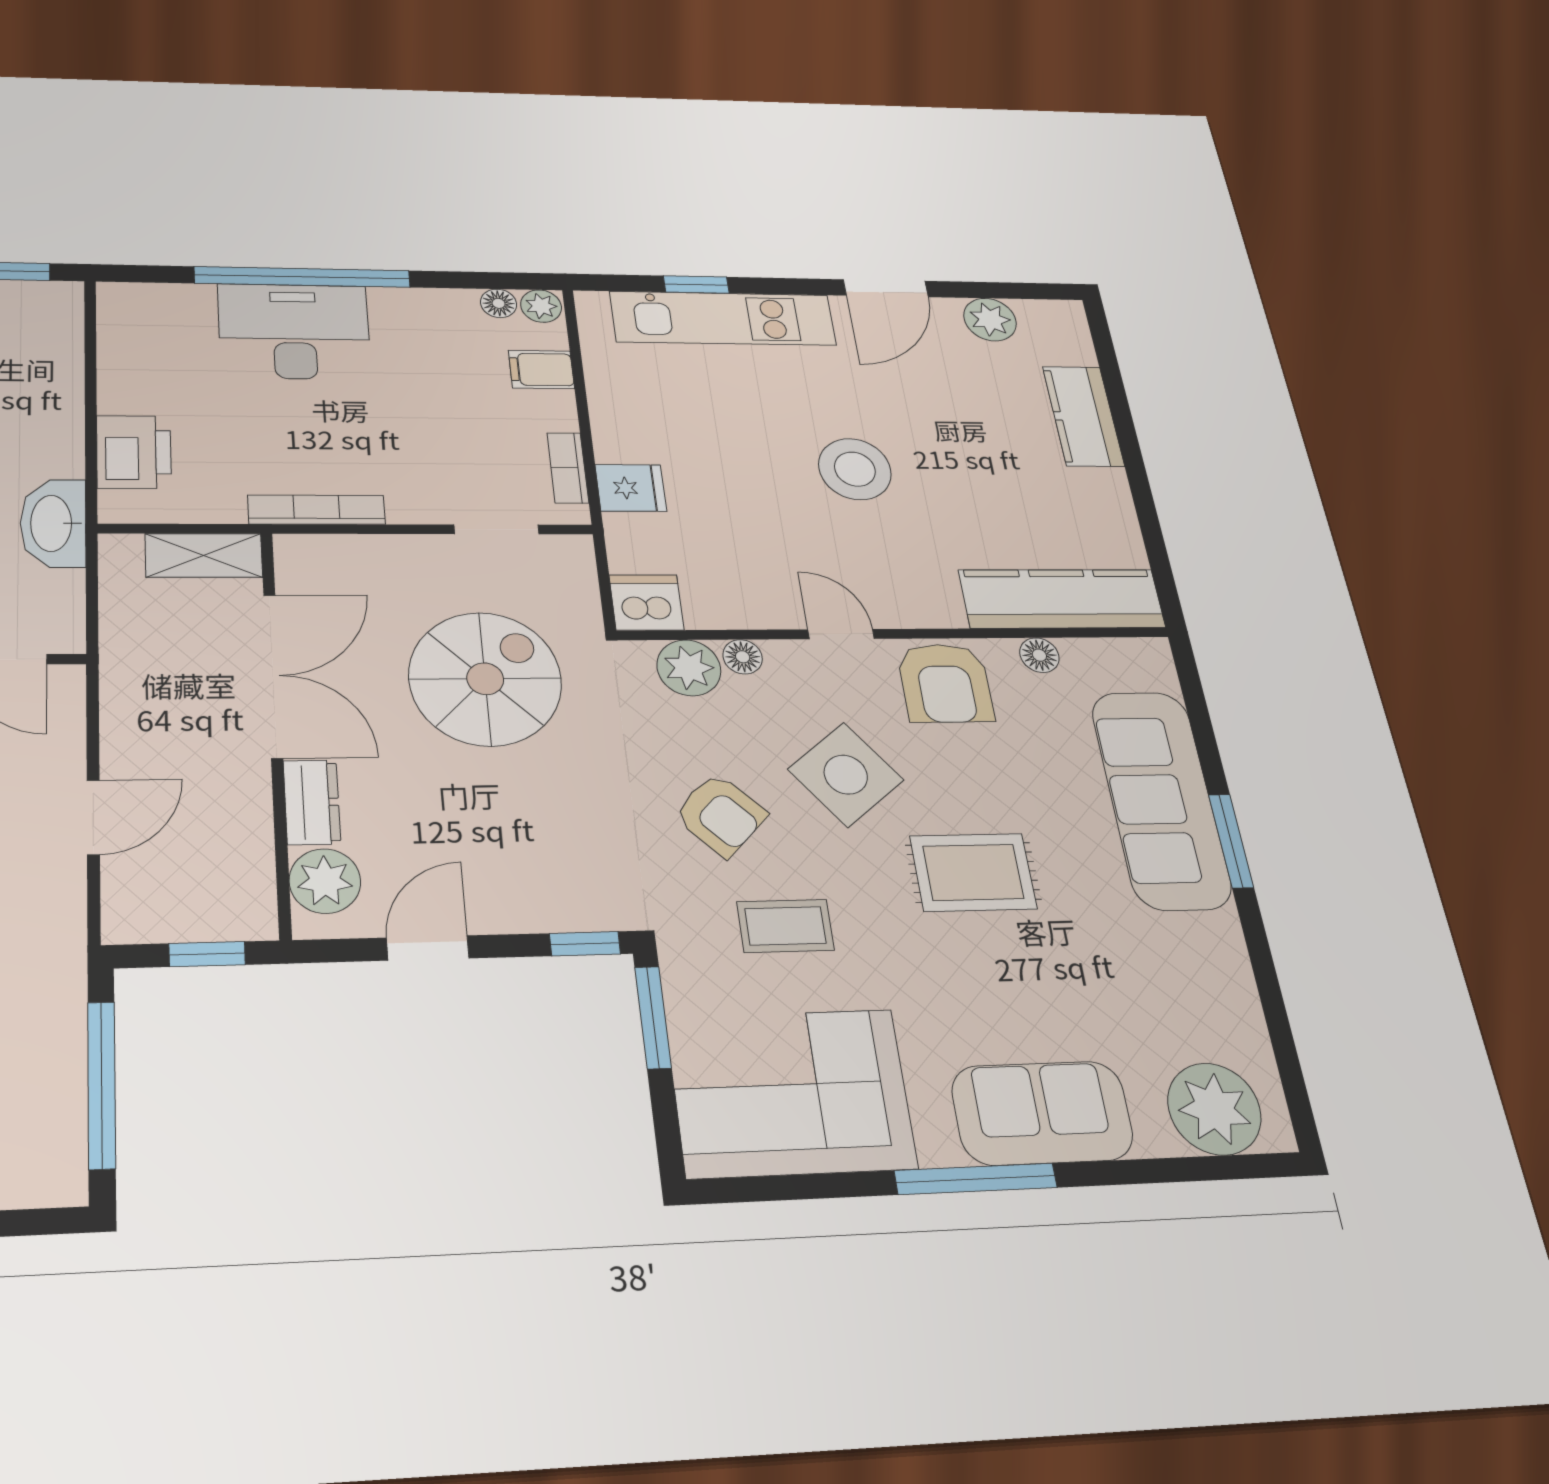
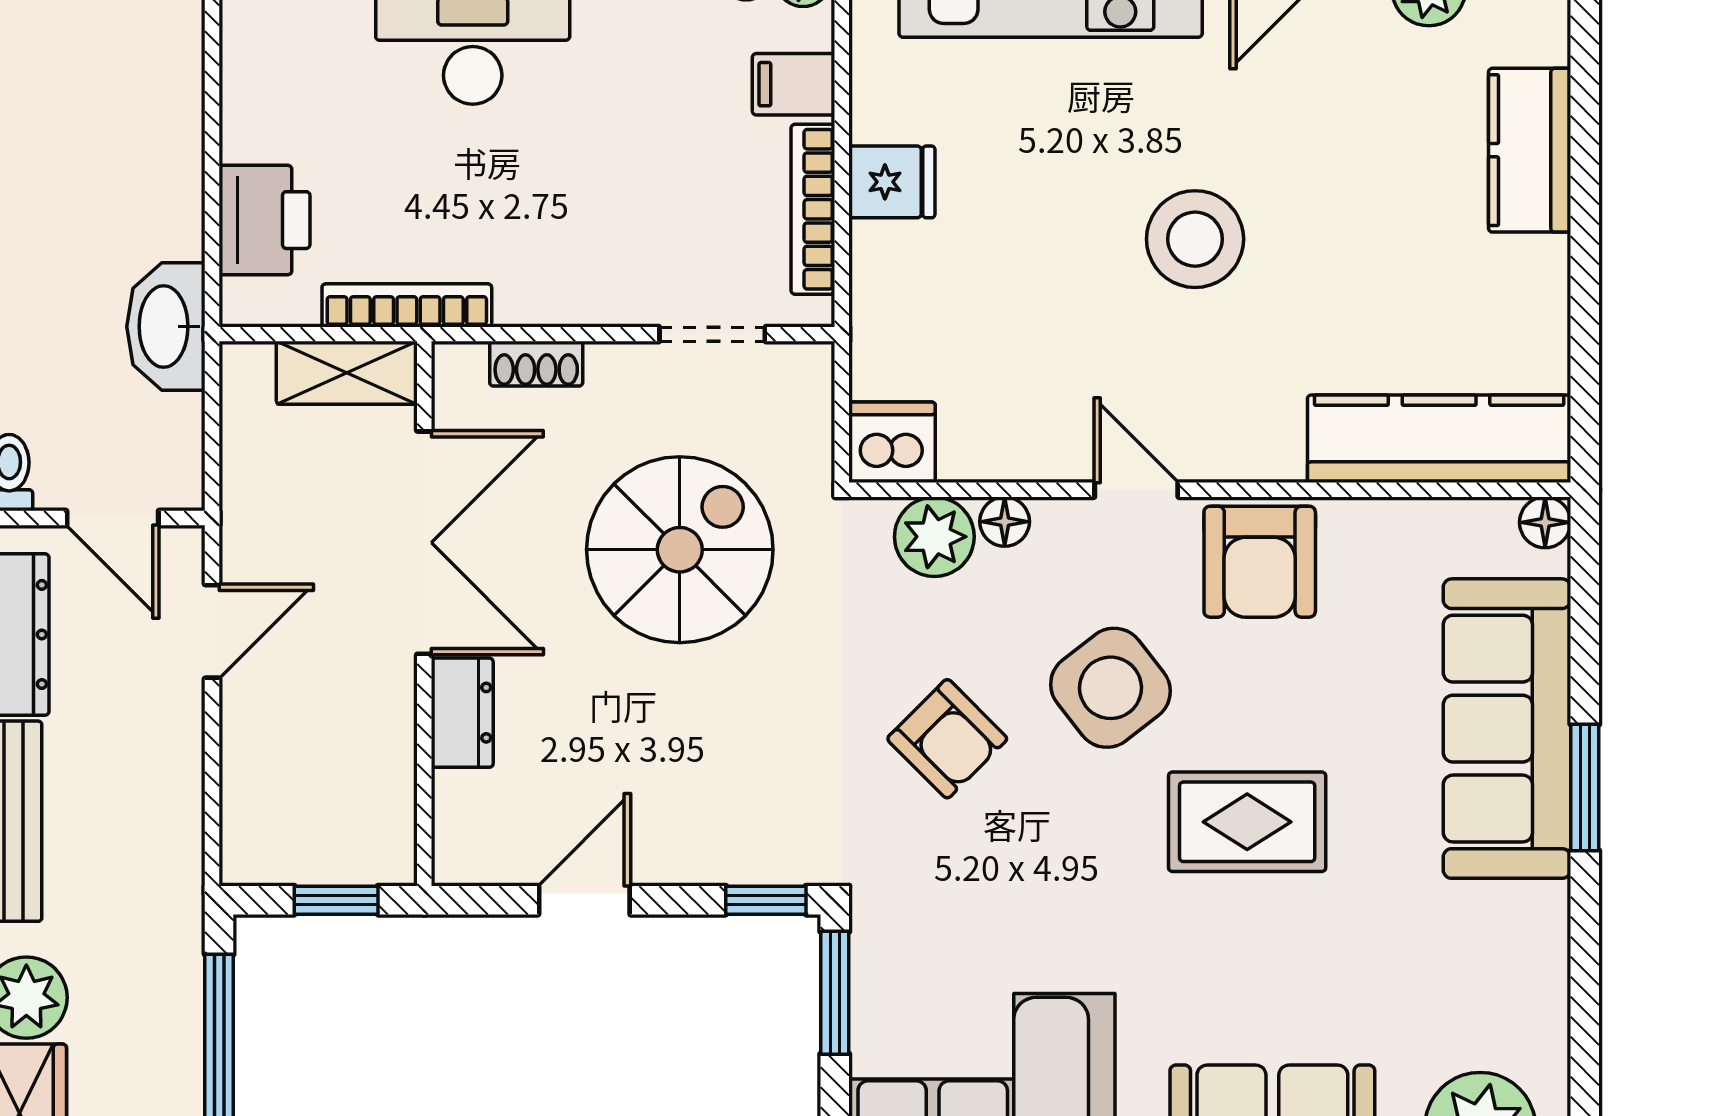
bookcase: (568, 468) -> (813, 209), width x1.56
fridge: (631, 488) -> (892, 182), moved
bookcase: (317, 510) -> (407, 305), moved
shoe rack: (358, 549) -> (536, 364), added
floor lamp: (1039, 655) -> (1545, 522), moved
door: (93, 817) -> (212, 631), moved
plant: (325, 881) -> (472, 814), removed
coffee table: (785, 926) -> (1006, 885), removed

